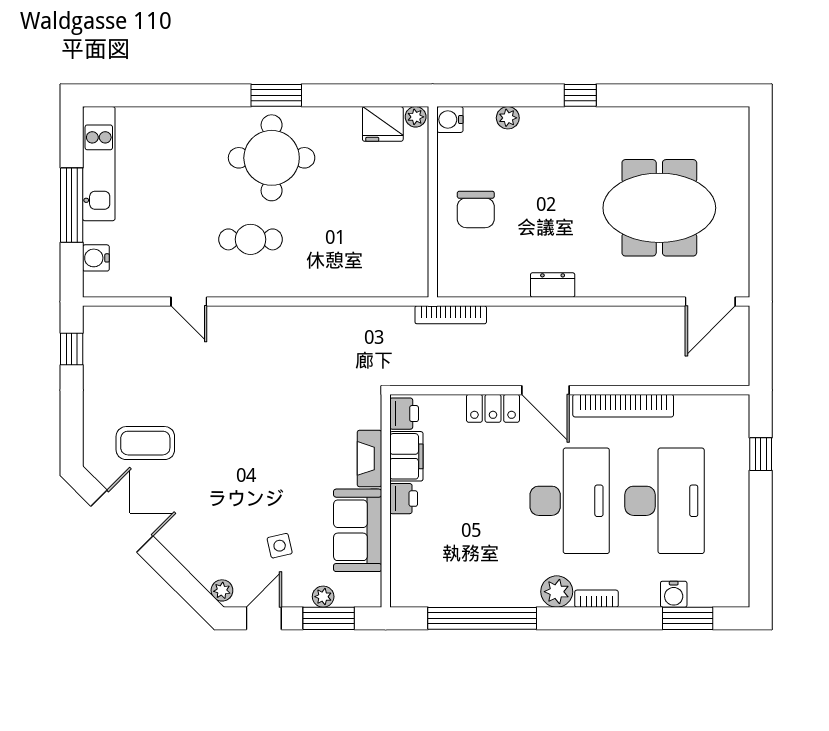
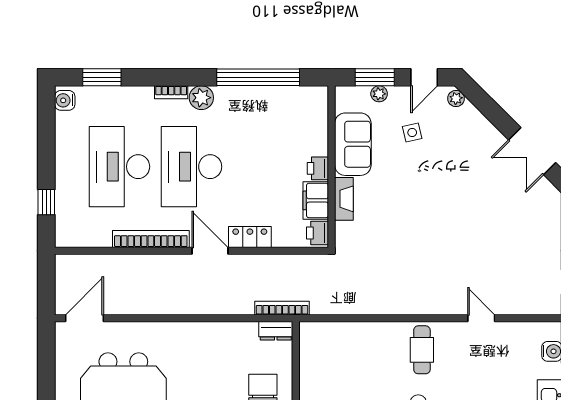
cafe table: (251, 239) -> (422, 350), moved, turned 90
dresser: (553, 285) -> (276, 331), moved
coffee table: (145, 443) -> (514, 211), removed
water cooler: (674, 594) -> (65, 100), moved, turned -90

